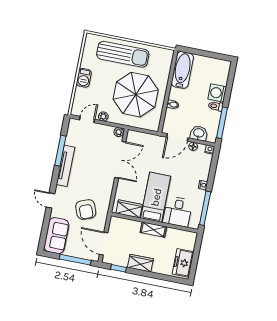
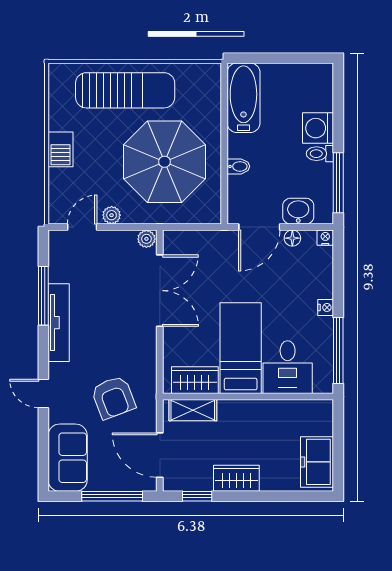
shelving: (153, 230) -> (193, 410), moved

